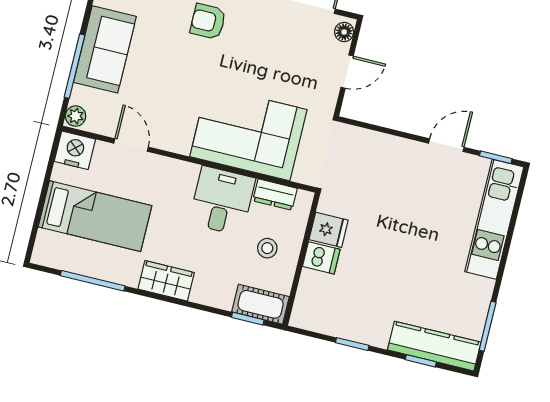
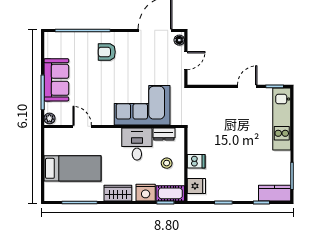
nightstand: (75, 150) -> (146, 193), moved, turned 180
fridge: (329, 230) -> (196, 186), moved
kitchen counter: (434, 346) -> (275, 193), width x0.67

